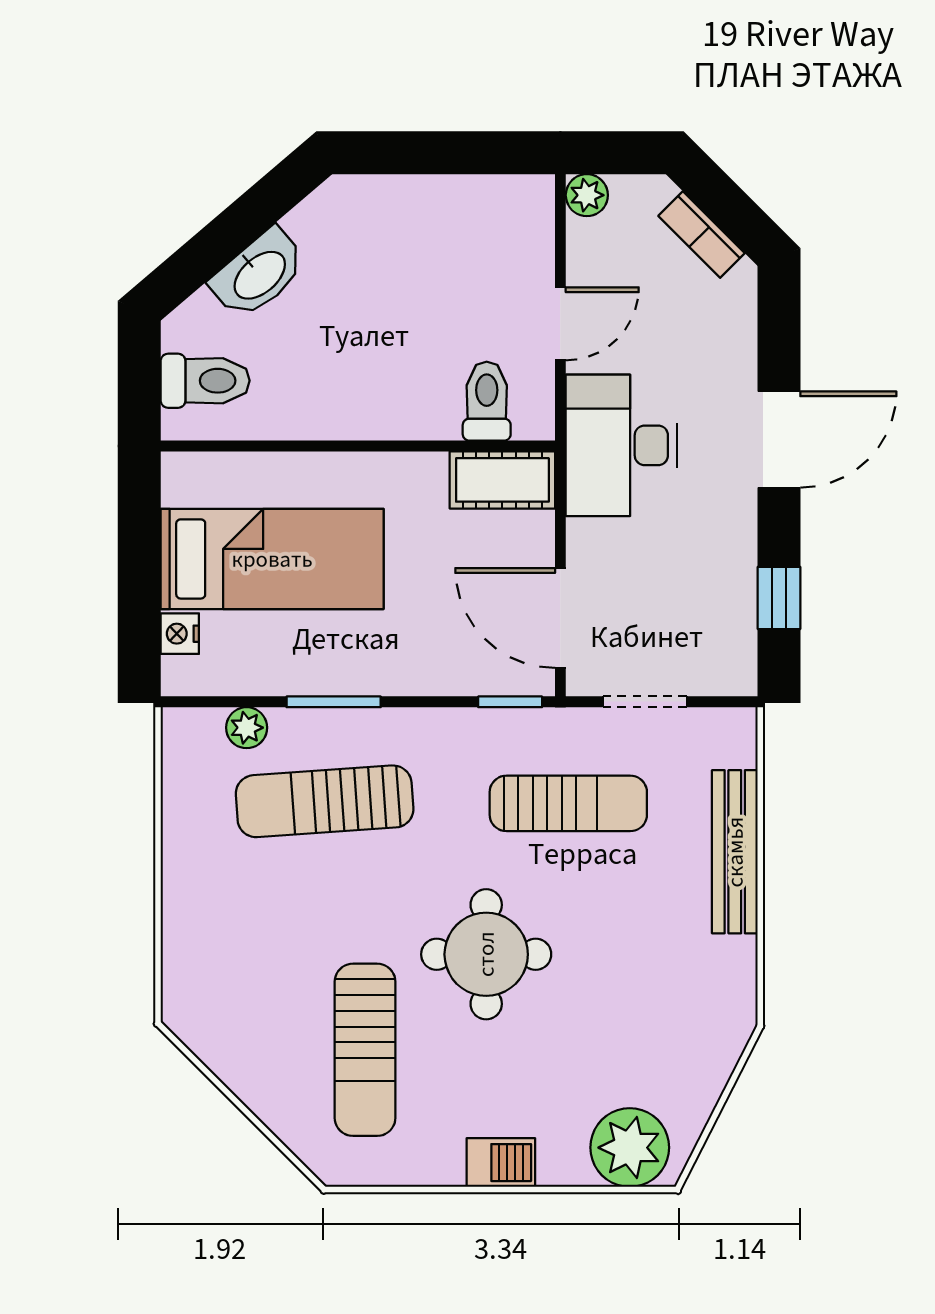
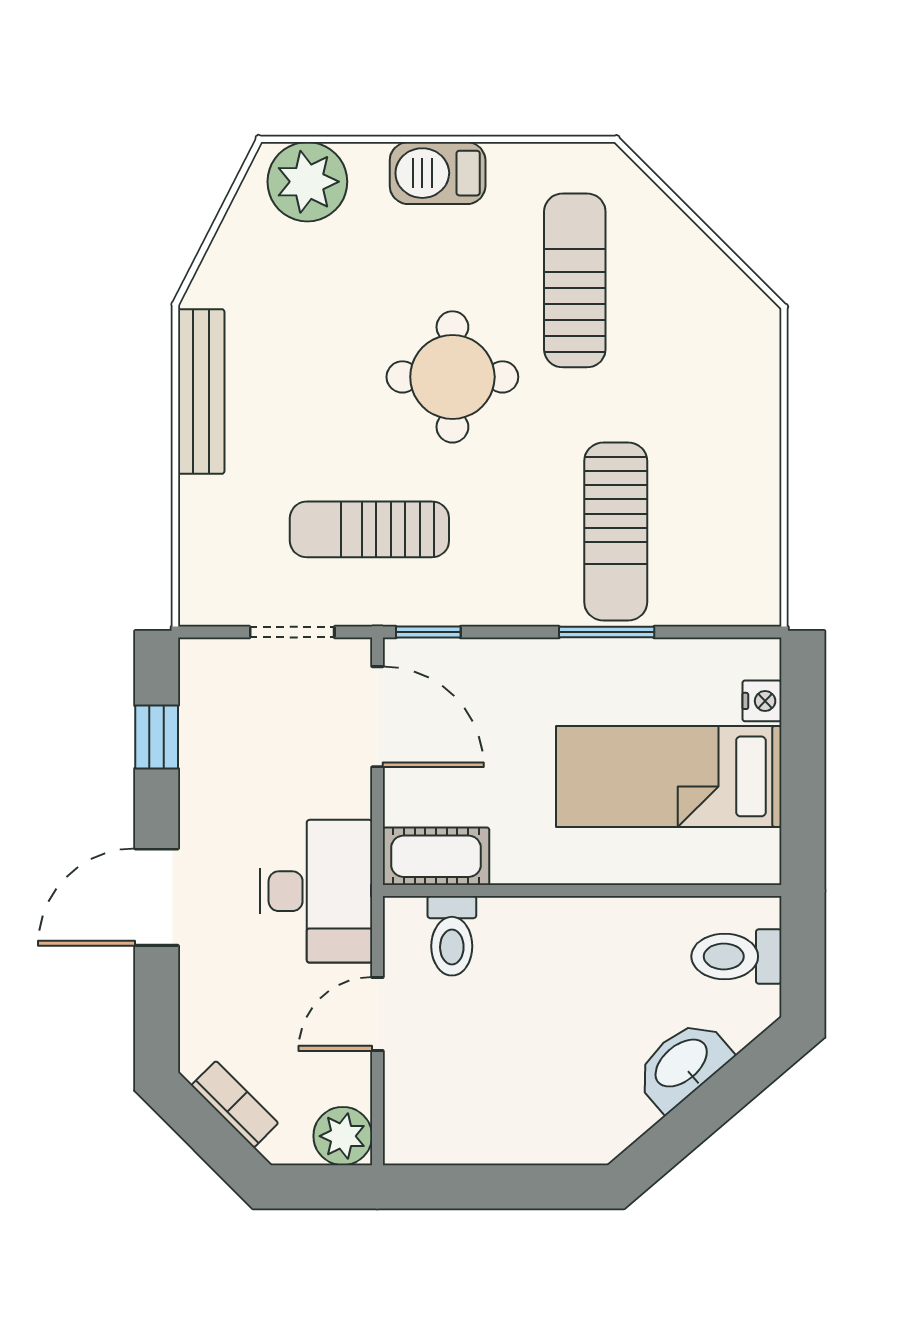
plant: (587, 195) -> (343, 1136), width x1.38, depth x1.38
plant: (247, 728) -> (694, 606), removed
sun lounger: (325, 801) -> (616, 532), turned 94
bench: (735, 852) -> (201, 392), moved
barbecue: (501, 1163) -> (438, 173), width x1.38, depth x1.27

